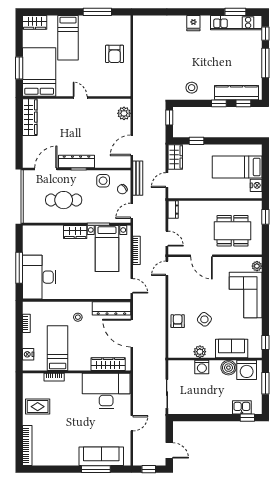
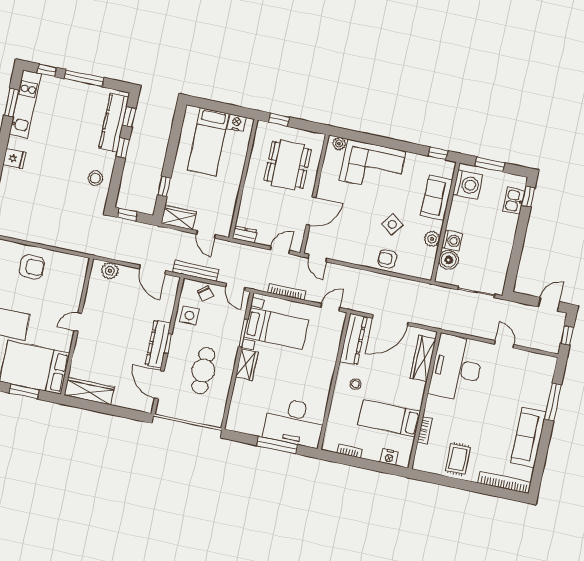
boiler: (228, 368) -> (449, 260), moved
sofa: (101, 456) -> (528, 437), moved

